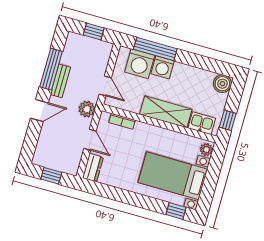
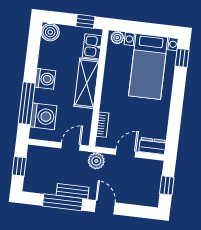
washing machine: (163, 67) -> (45, 79), moved

